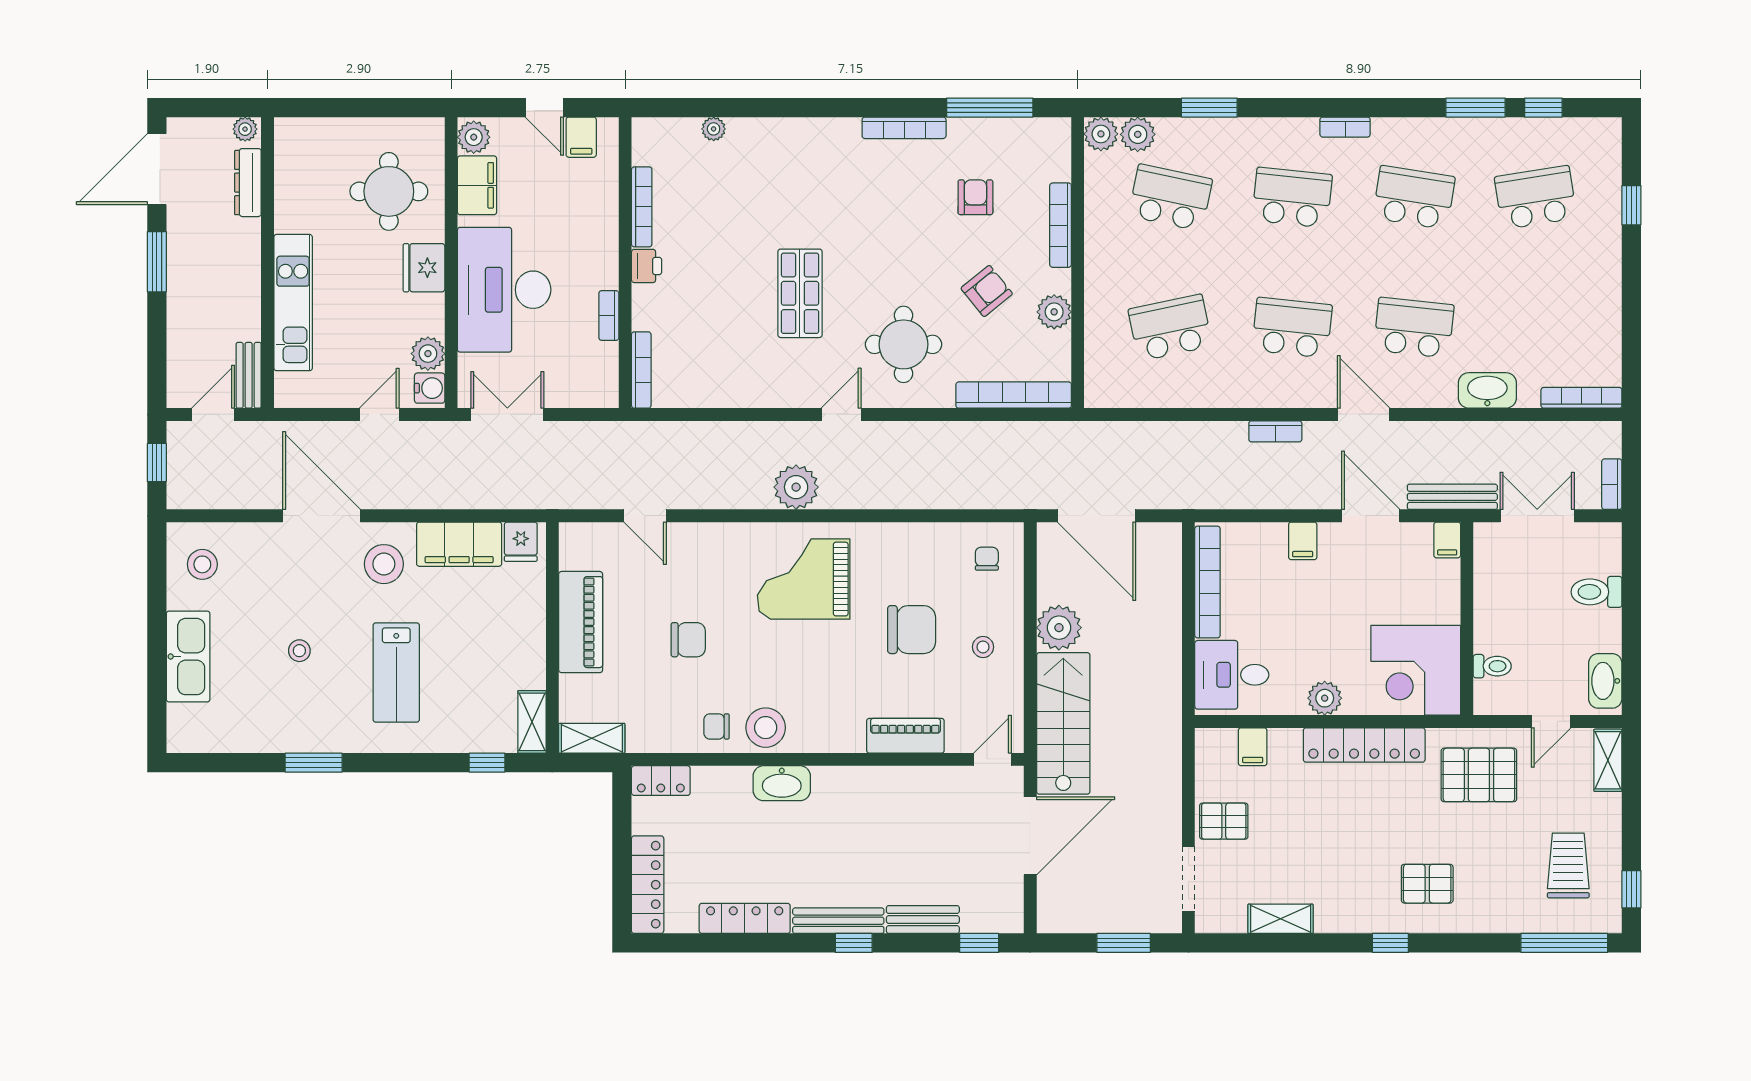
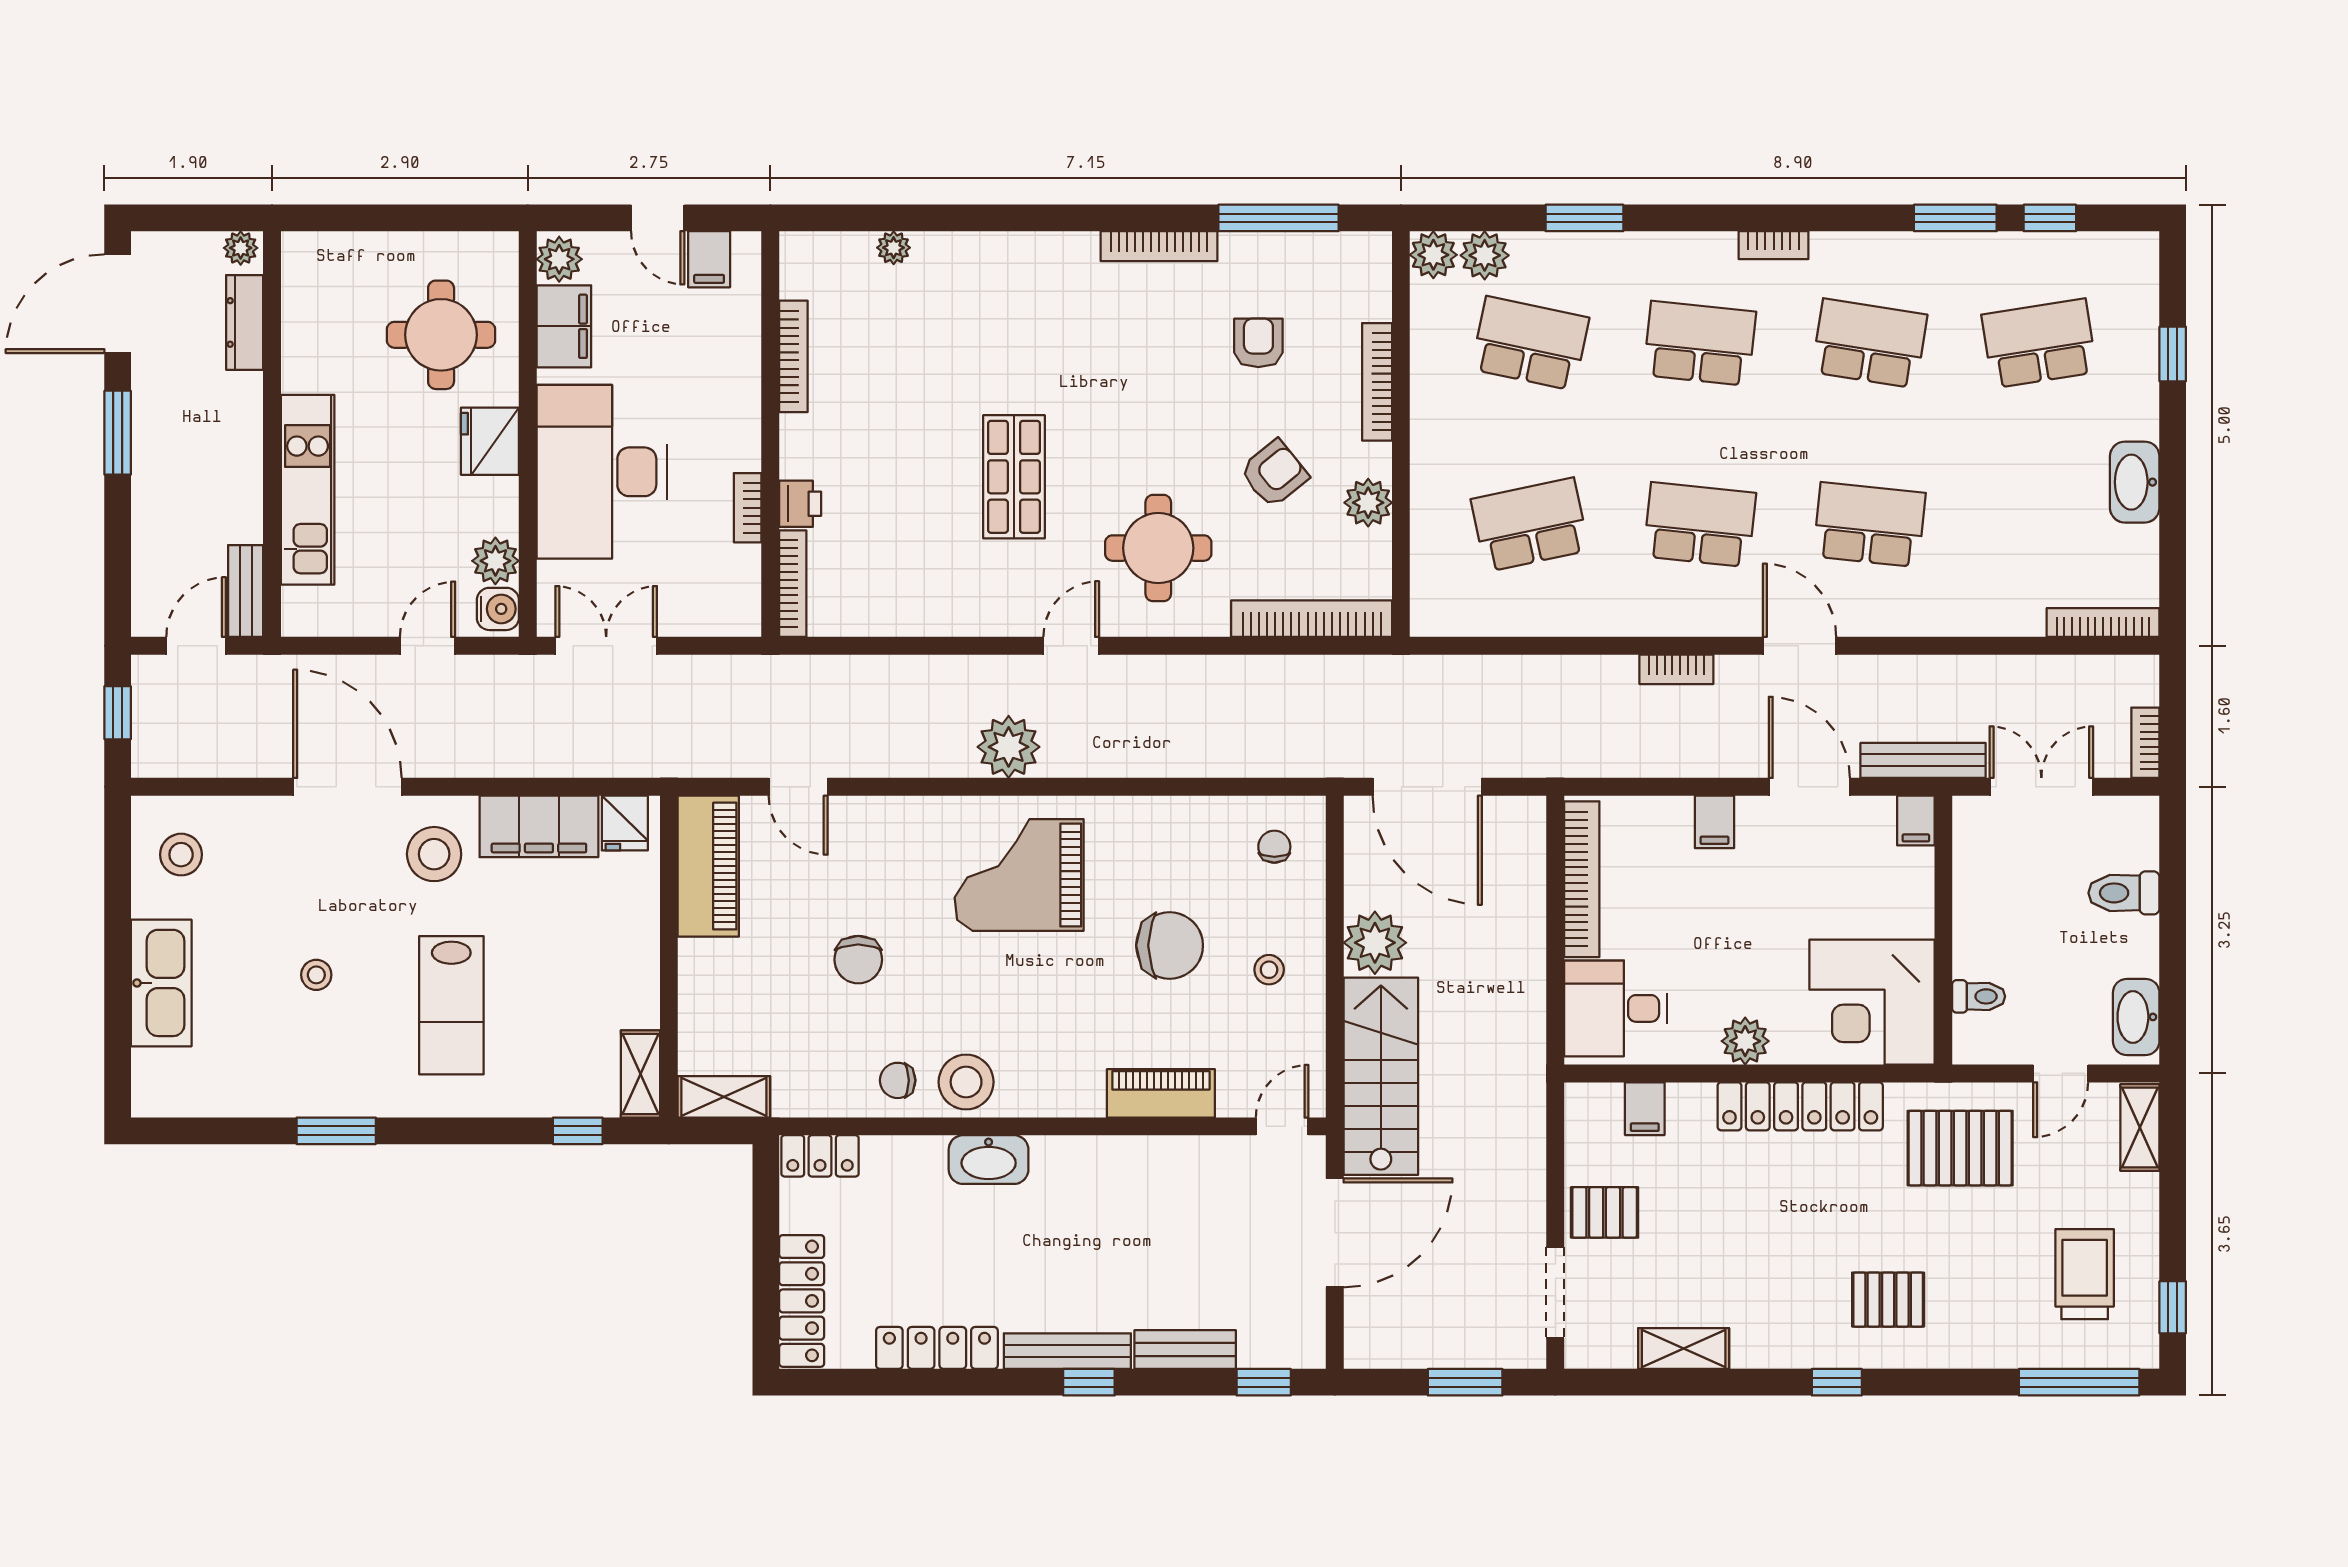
printer: (647, 266) -> (800, 504), moved
washbasin: (1487, 390) -> (2135, 482), moved, turned -90
piano: (581, 622) -> (708, 866), moved
chair: (688, 640) -> (858, 960), turned 90

